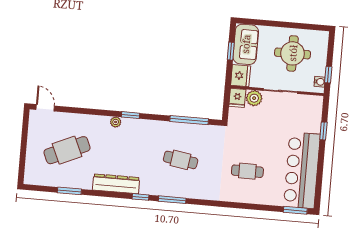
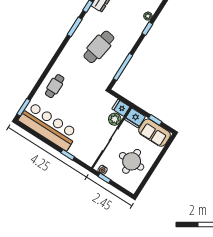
cafe table: (181, 160) -> (99, 47), width x1.37, depth x1.35
cafe table: (247, 171) -> (55, 86), moved

